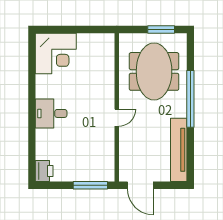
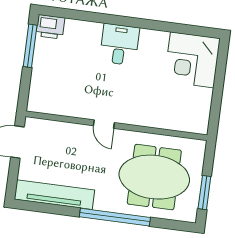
window: (90, 185) -> (30, 46), moved

